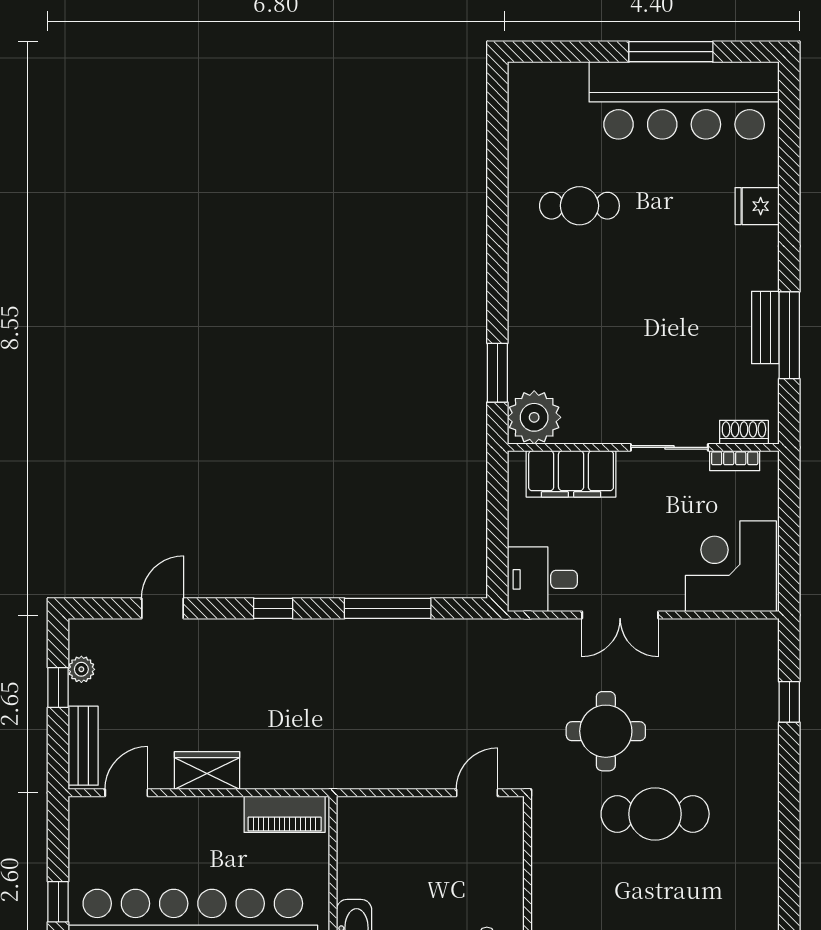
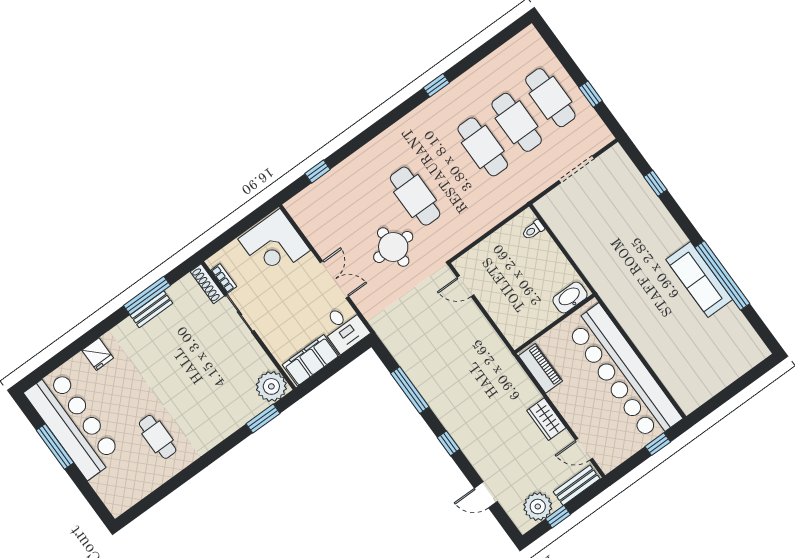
shoe rack: (744, 432) -> (207, 284), width x1.43
filing cabinet: (571, 474) -> (311, 360), moved, turned -90
plant: (81, 669) -> (538, 507), width x1.88, depth x1.88

